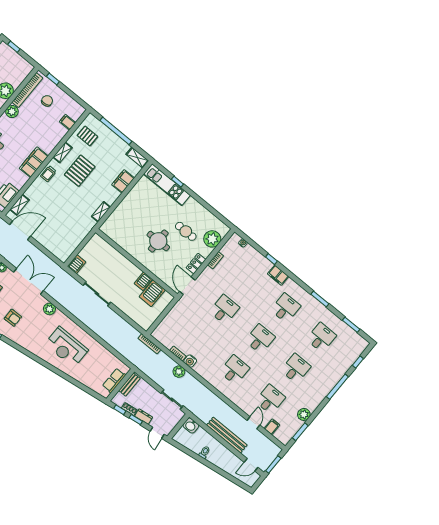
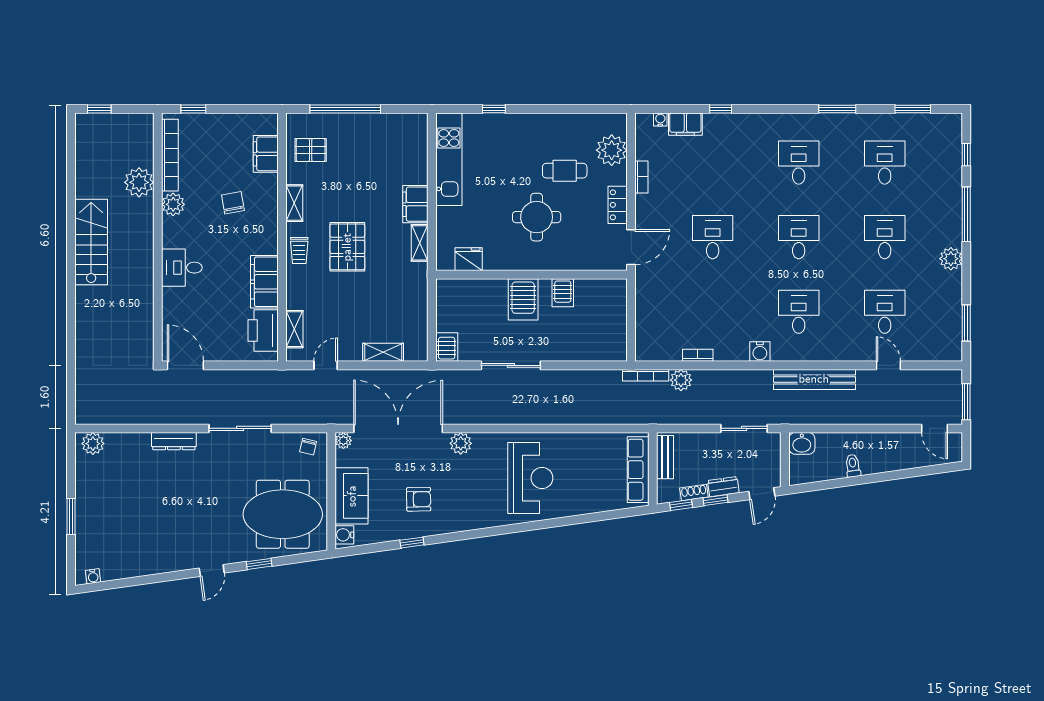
chair: (47, 101) -> (233, 203), moved
filing cabinet: (68, 122) -> (266, 154), width x2.00
shelving: (137, 158) -> (383, 352), moved
filing cabinet: (34, 162) -> (264, 282), moved
pallet: (80, 171) -> (347, 247), moved
filing cabinet: (123, 181) -> (415, 204), moved
kitchen unit: (167, 185) -> (449, 159), moved, turned -90
door: (20, 230) -> (326, 365), width x0.53
fridge: (116, 235) -> (469, 259), added
filing cabinet: (278, 275) -> (685, 124), moved
double door: (29, 281) -> (398, 428), width x1.36
door: (187, 286) -> (631, 247), swing flipped
server rack: (152, 293) -> (523, 299), moved
reception desk: (66, 347) -> (530, 478), turned -90
water cooler: (190, 361) -> (760, 352), moved
plant: (179, 372) -> (681, 380), moved
row of seats: (114, 380) -> (638, 470), width x1.48
plant: (304, 414) -> (951, 259), moved
filing cabinet: (272, 427) -> (920, 349), removed
door: (157, 433) -> (762, 494), hinge flipped
bench: (227, 435) -> (814, 379), moved
door: (251, 465) -> (935, 428), hinge flipped

